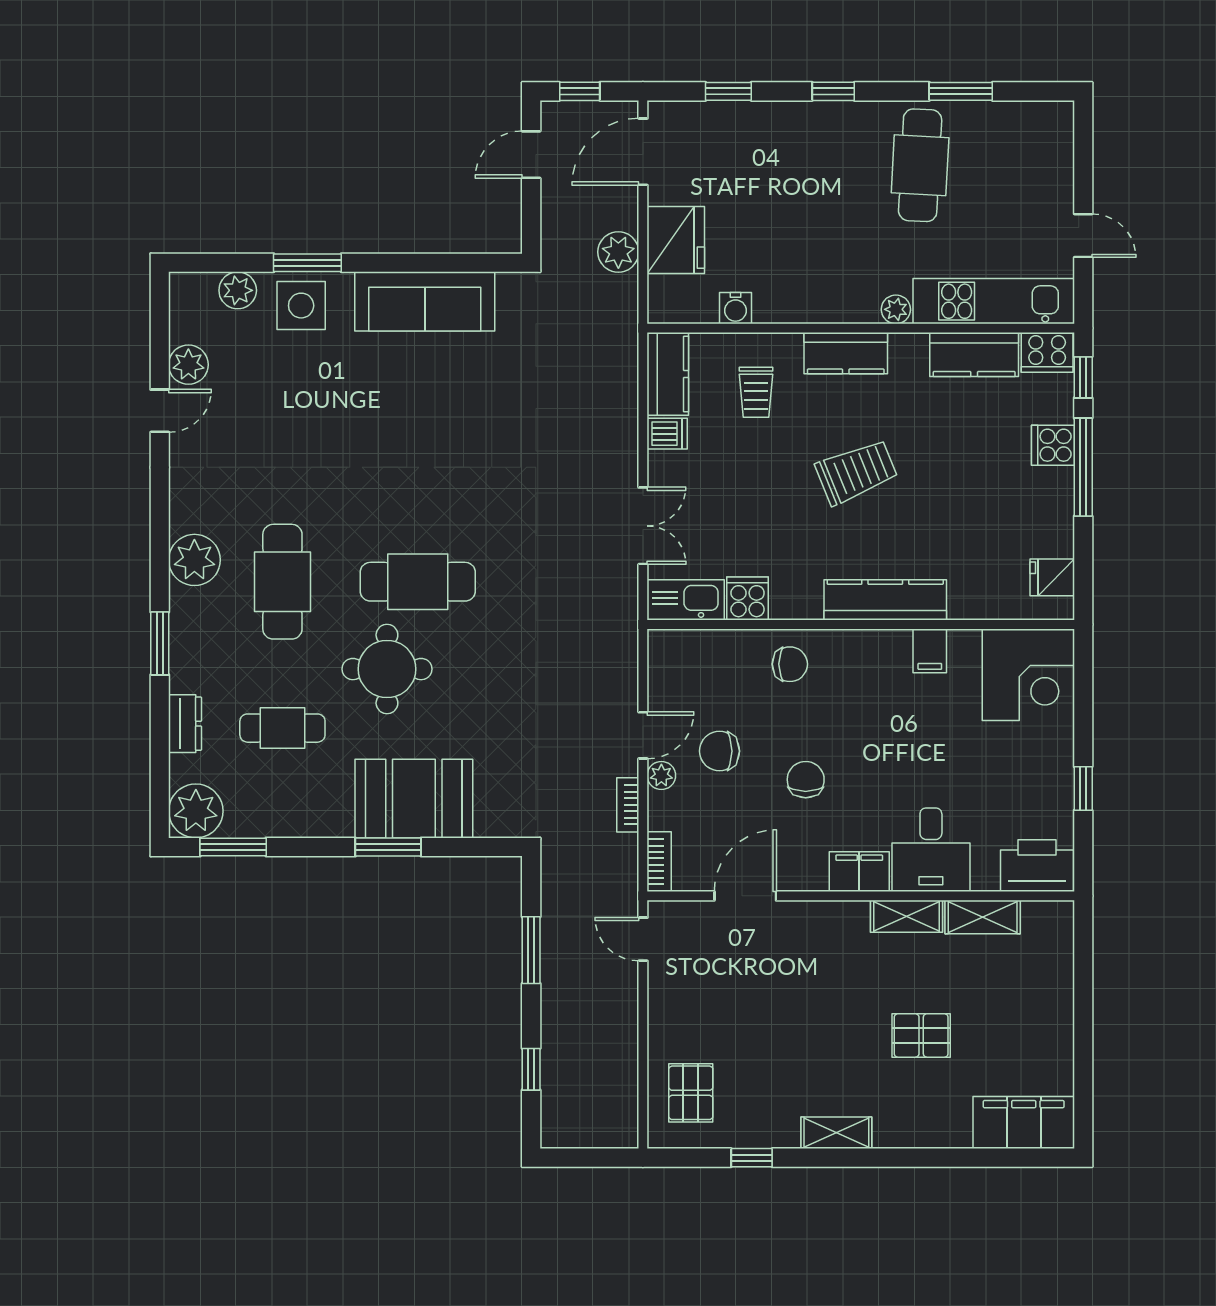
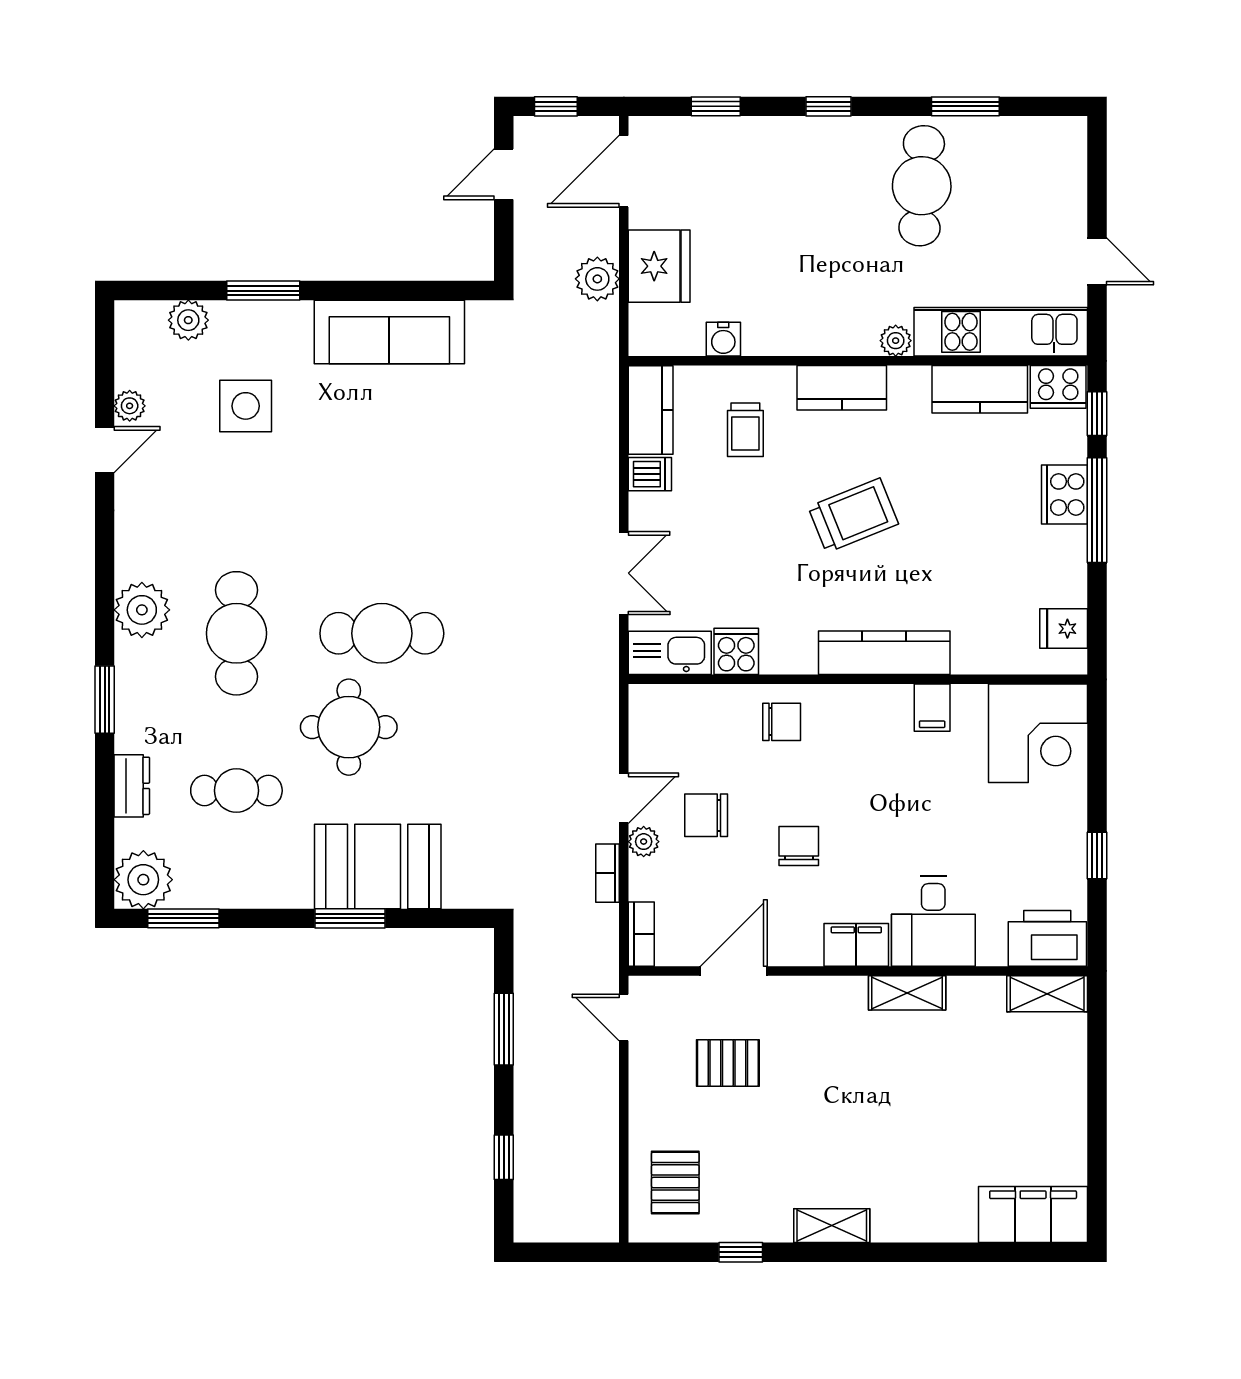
side table: (301, 306) -> (246, 406), moved
plant: (188, 365) -> (130, 406), width x0.73, depth x0.73
cooker: (1053, 445) -> (1065, 494), width x1.36
shelving: (983, 917) -> (1047, 994), moved
pallet: (921, 1035) -> (728, 1063), moved

